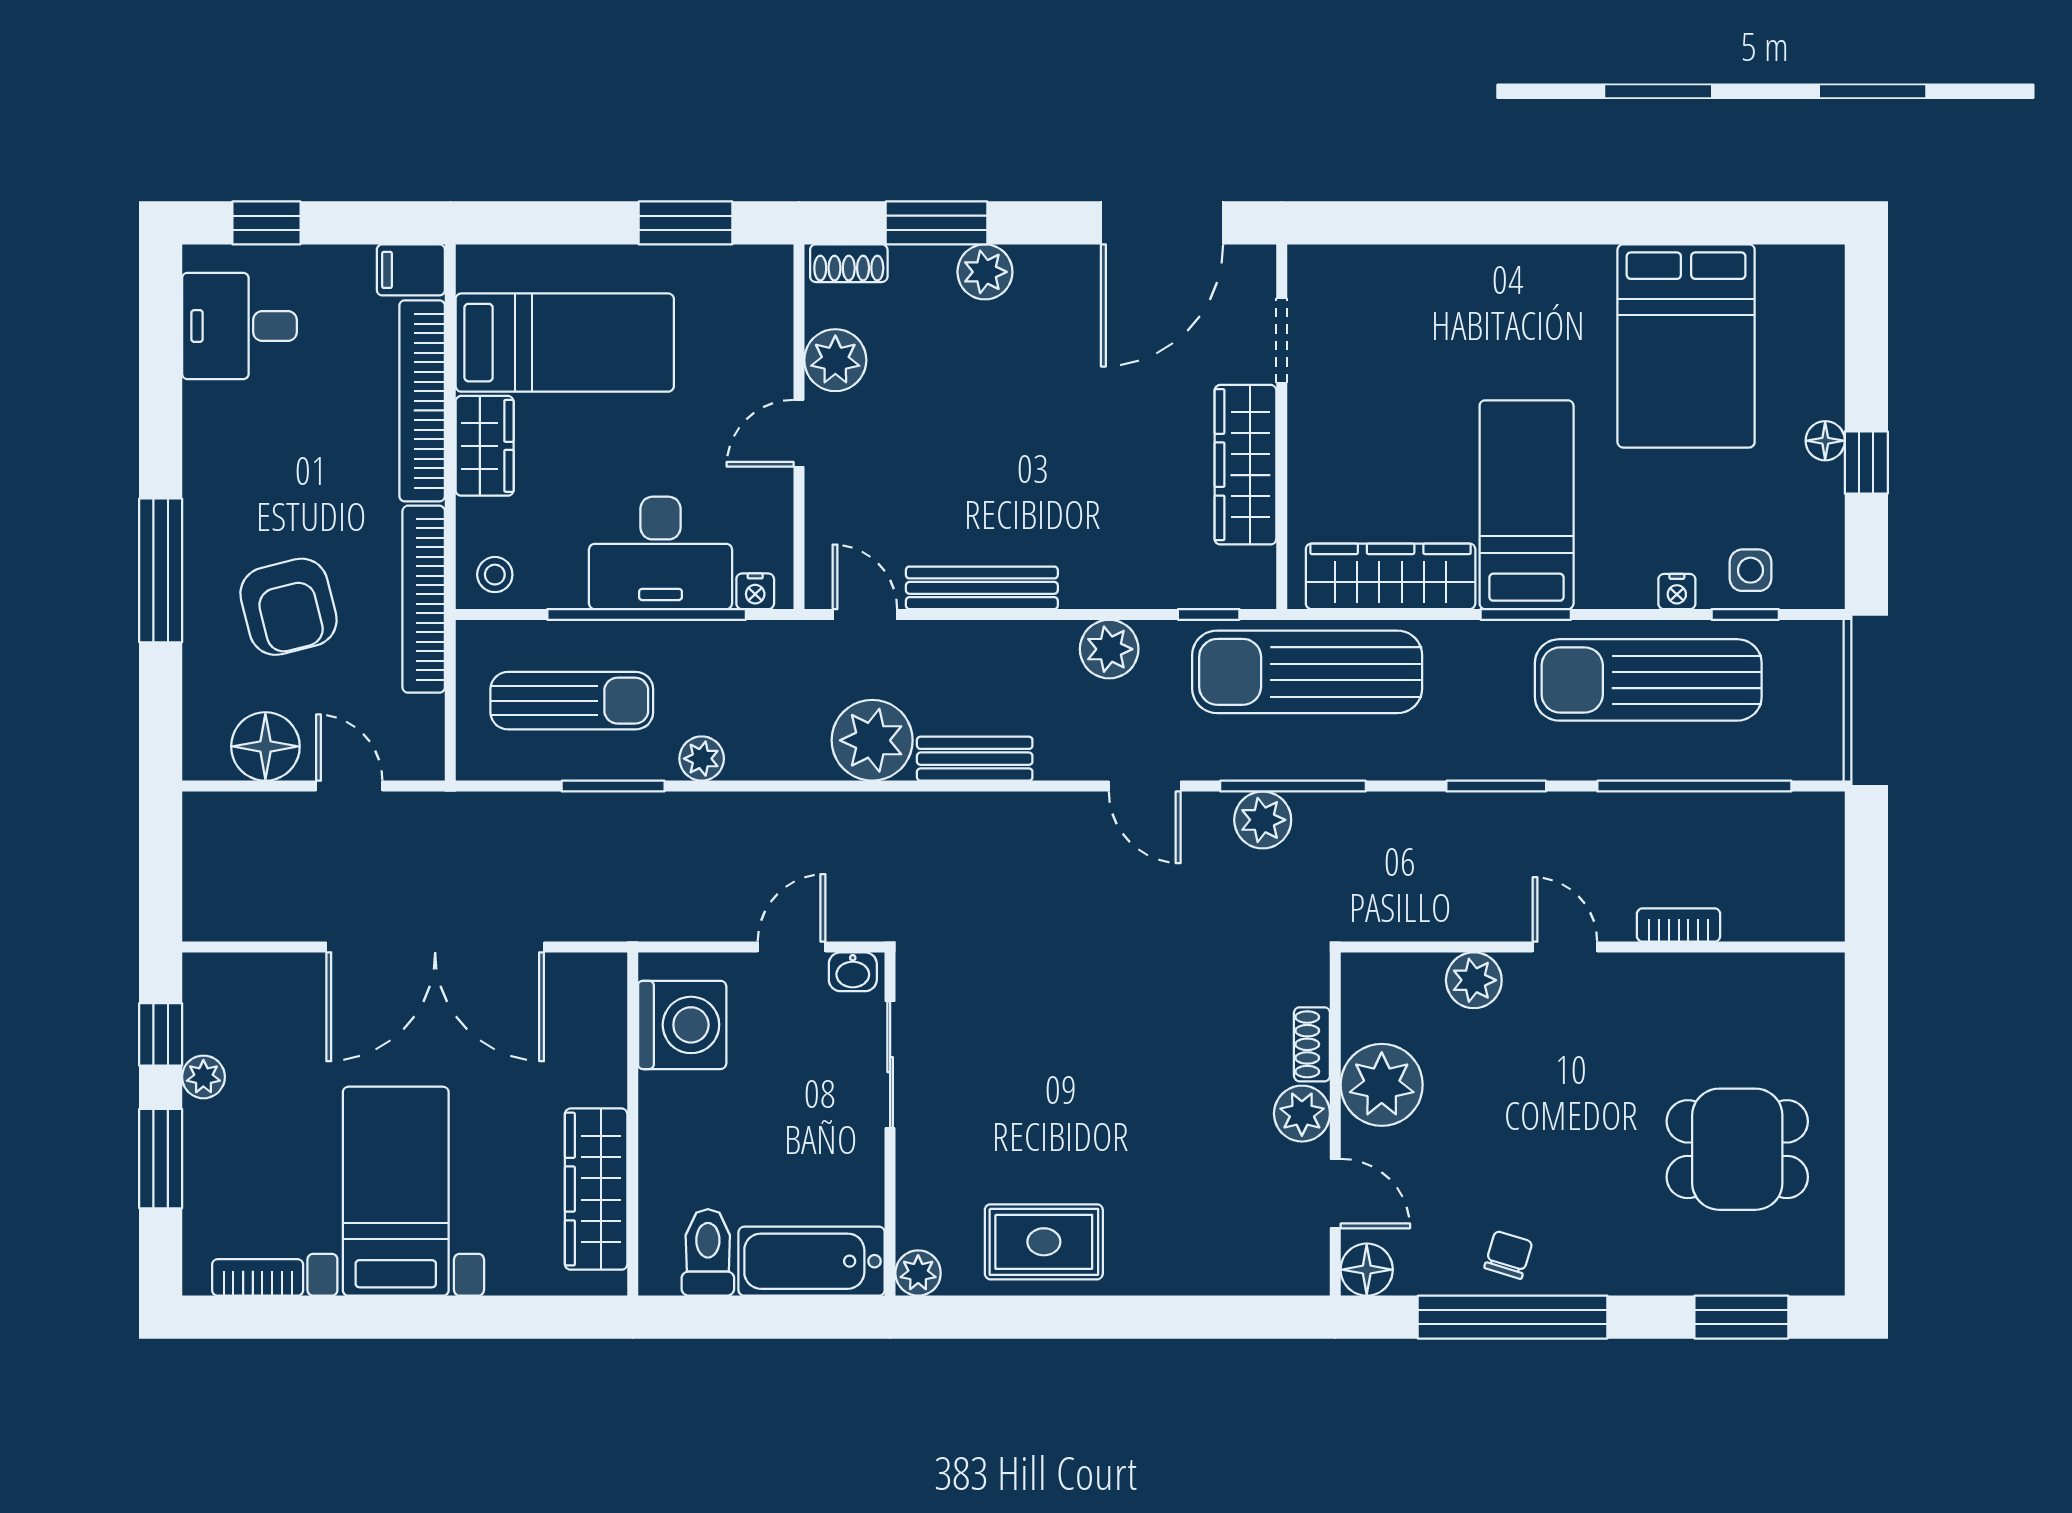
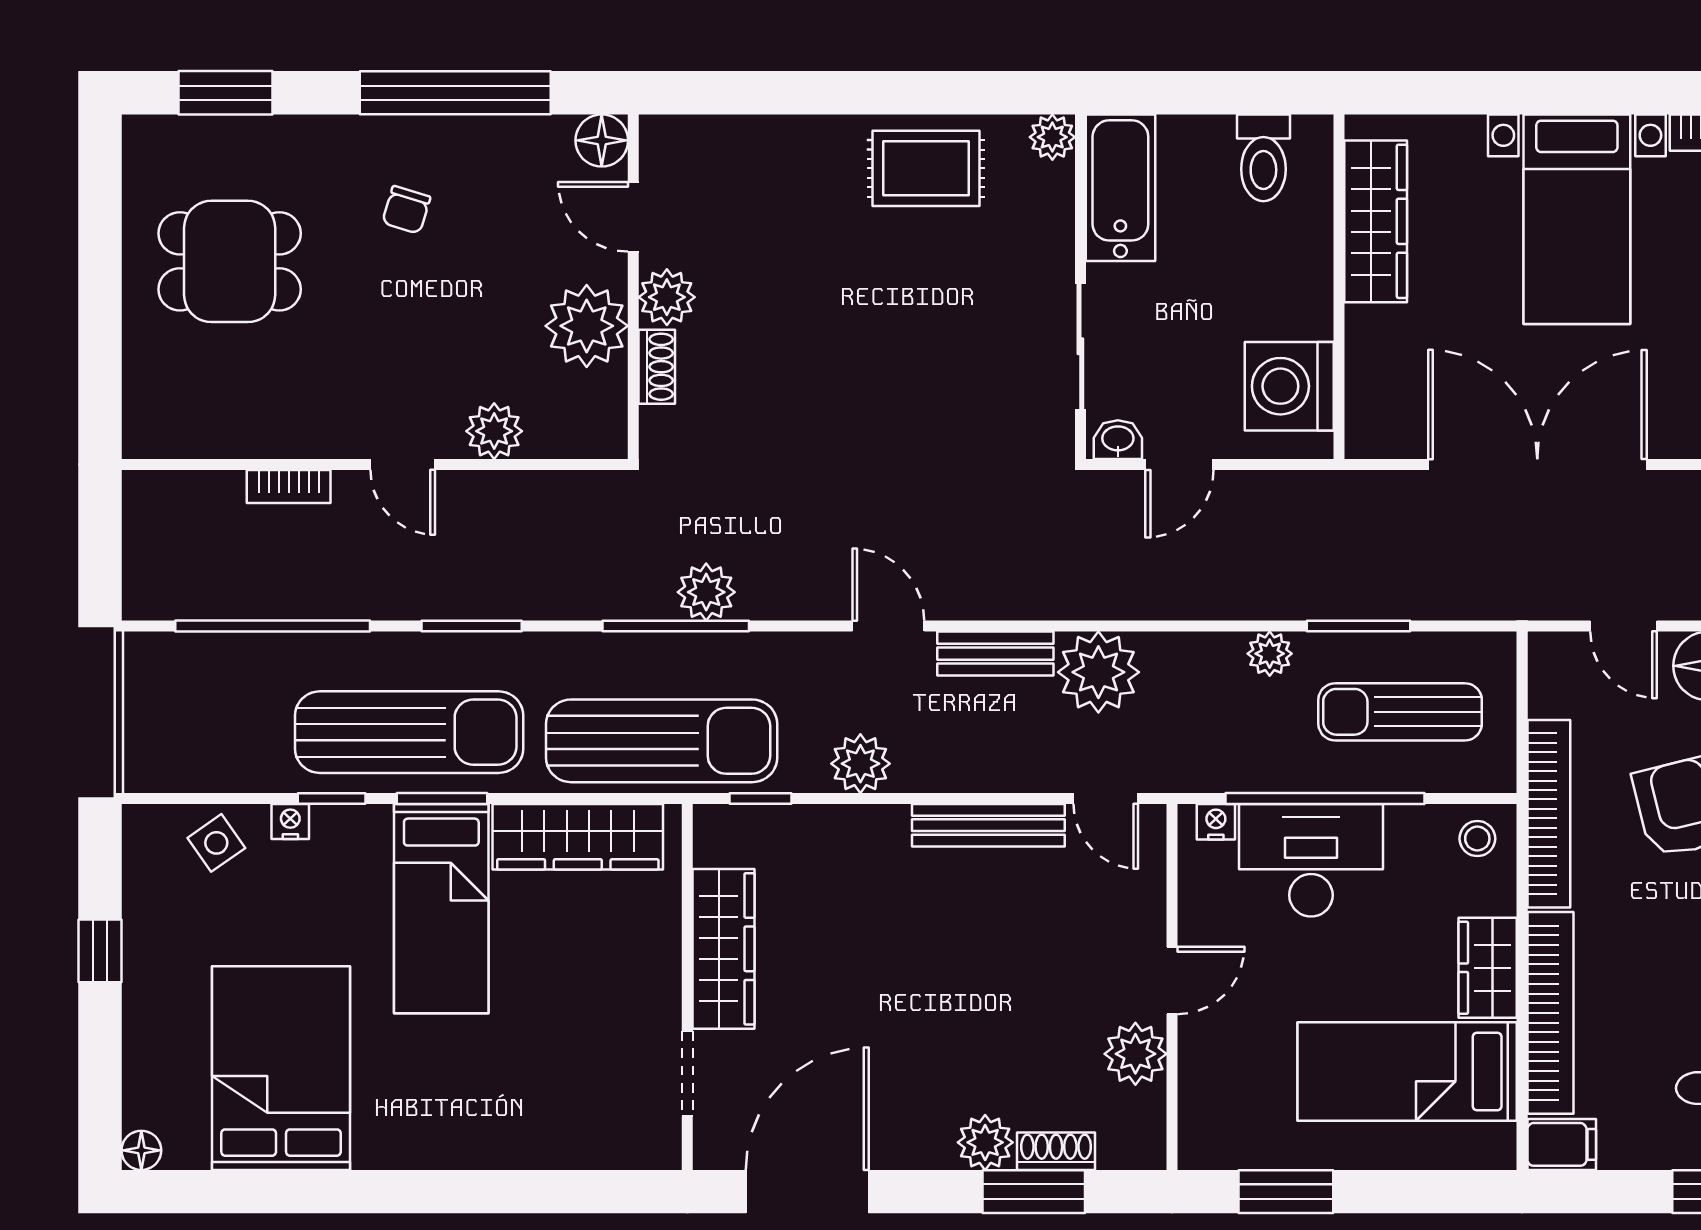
shoe rack: (849, 263) -> (1056, 1151), moved
floor lamp: (1825, 441) -> (141, 1150), moved
side table: (1751, 570) -> (216, 843), turned -35
window: (1745, 614) -> (332, 798), moved
sun lounger: (1648, 680) -> (409, 732), moved
door: (1145, 786) -> (888, 626), moved
chair: (1508, 1255) -> (406, 210), moved
bathtub: (812, 1261) -> (1120, 188), moved, turned -90

